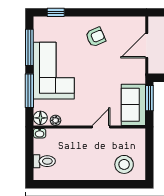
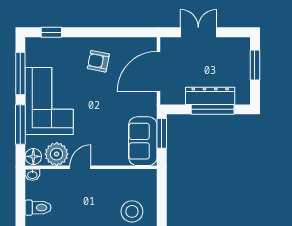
armchair: (96, 37) -> (98, 61), turned -145
door: (147, 46) -> (159, 71), width x1.36
plant: (56, 120) -> (57, 154), width x1.87, depth x1.87
door: (101, 127) -> (80, 167), moved

